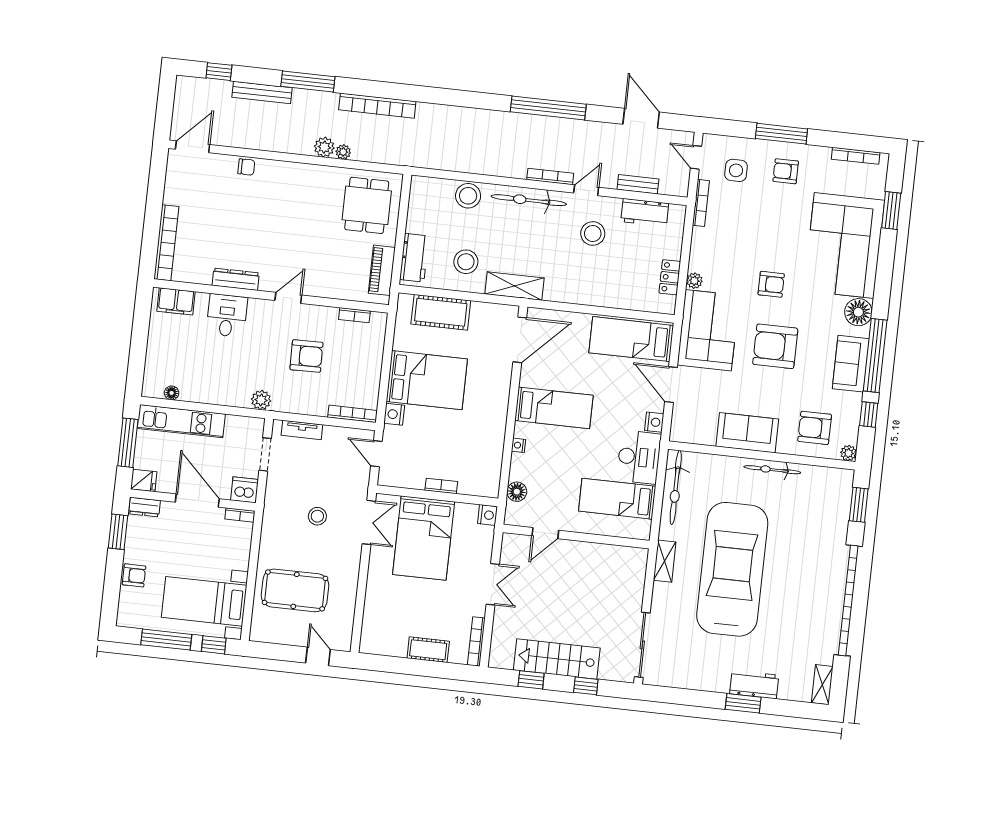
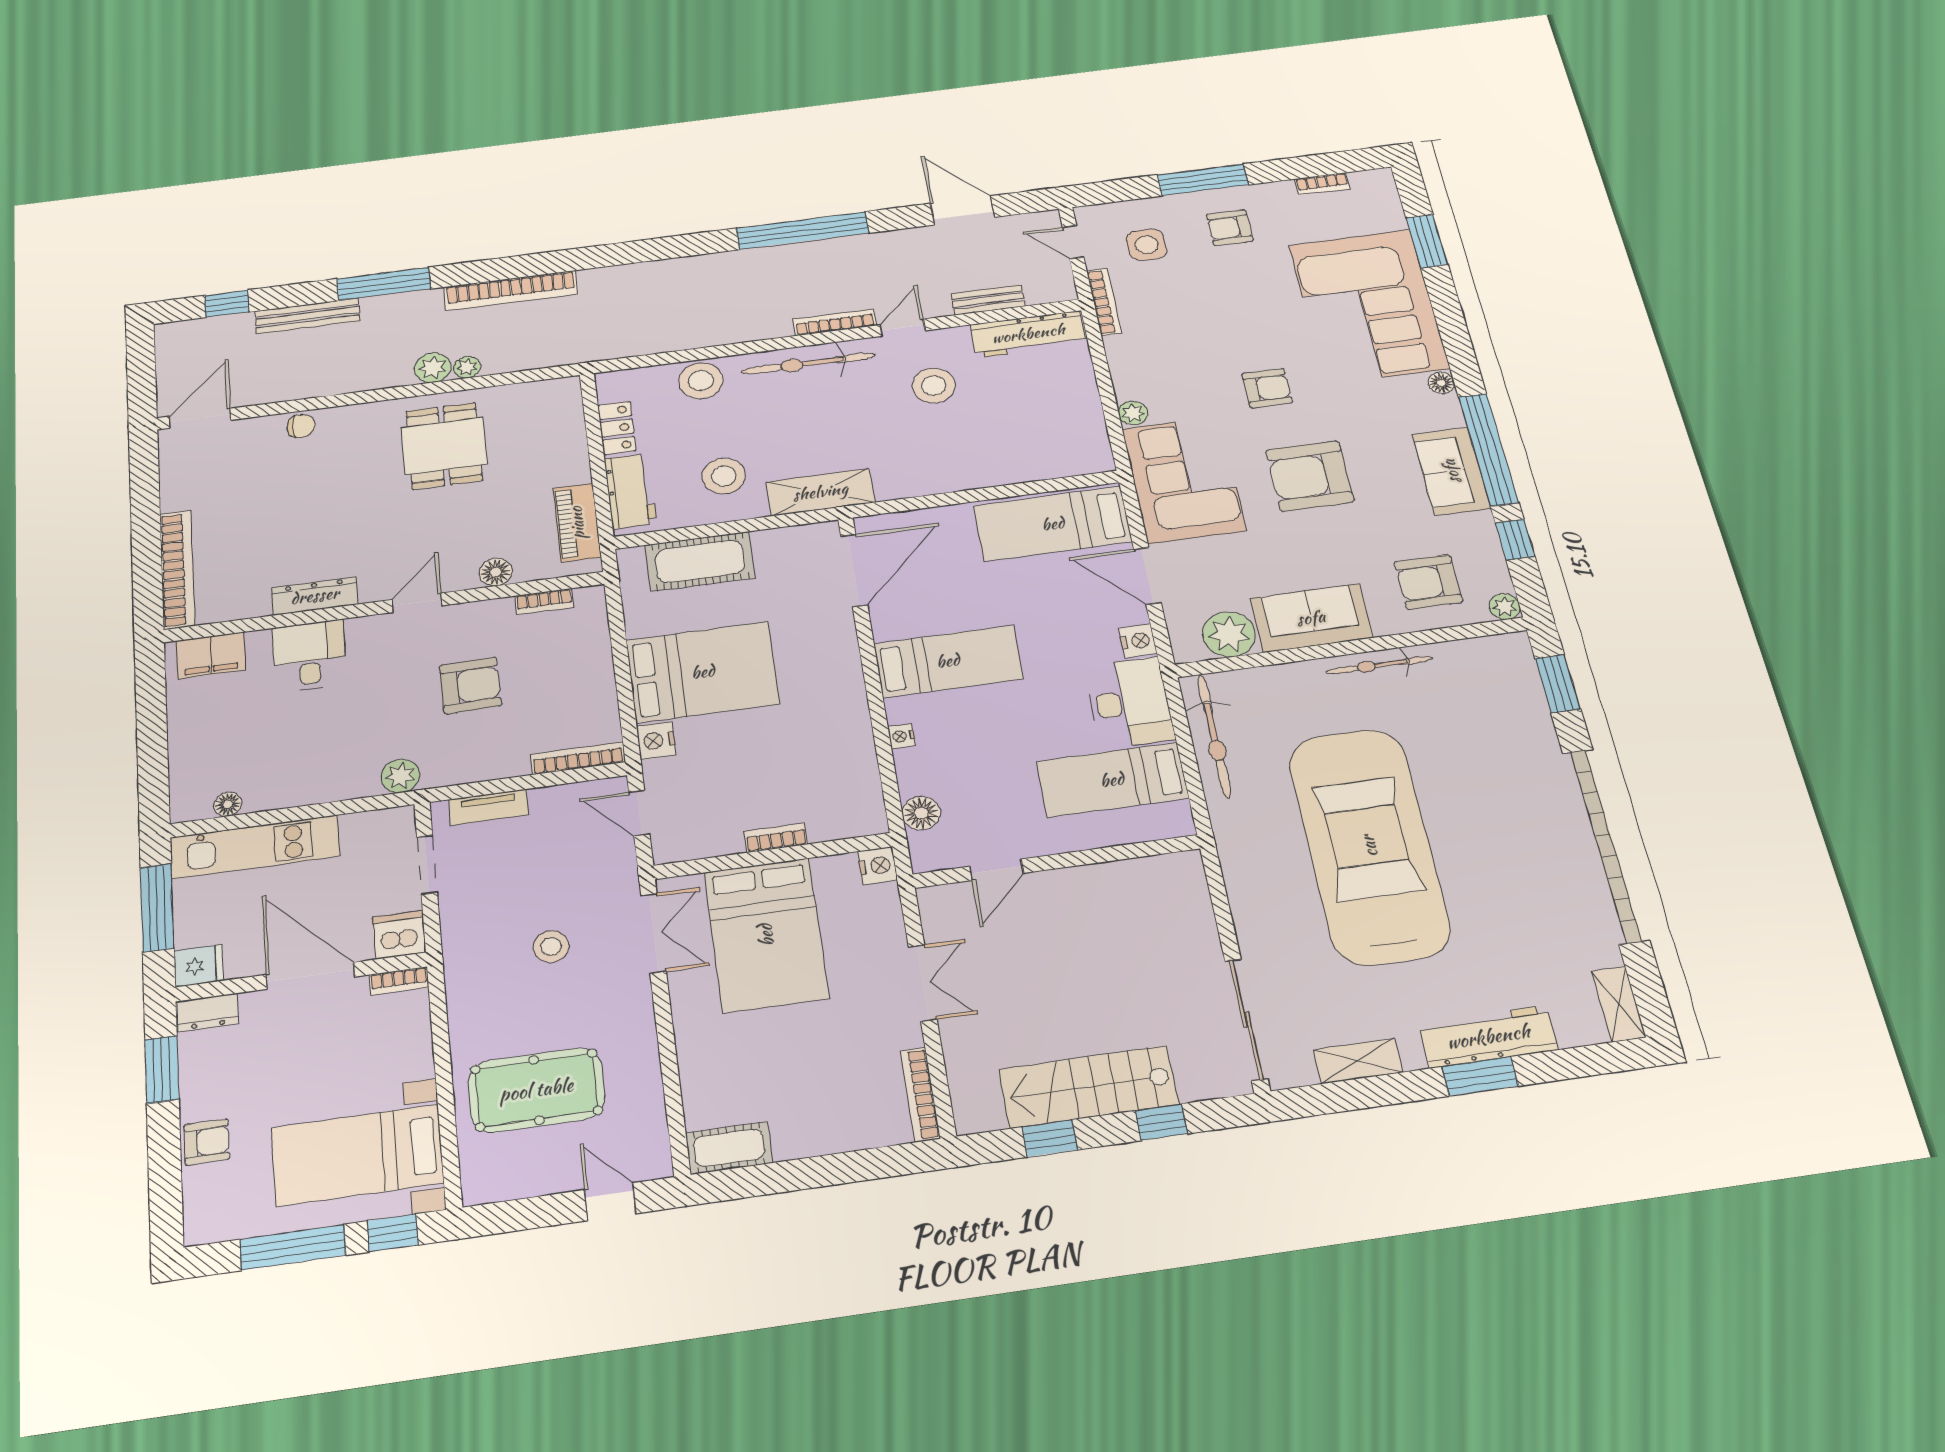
bookcase: (856, 156) -> (1322, 184), width x0.64
dining table: (367, 205) -> (444, 446), moved
workbench: (645, 212) -> (1028, 334), width x1.37
locker: (670, 277) -> (617, 428), moved, turned 180
floor lamp: (333, 290) -> (496, 572), added
floor lamp: (858, 312) -> (1441, 383), width x0.53, depth x0.53
plant: (702, 431) -> (1229, 634), added
shelving: (665, 561) -> (1358, 1061), moved, turned 90
cot: (428, 650) -> (729, 1148), moved
workbench: (754, 684) -> (1488, 1037), width x1.38

